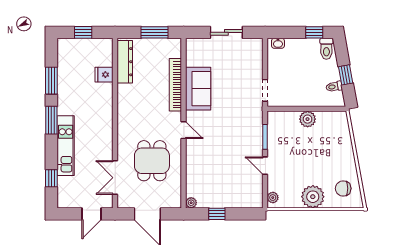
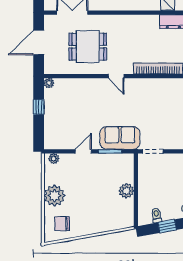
sofa: (198, 89) -> (120, 138), moved, turned 180
door: (184, 130) -> (116, 76), hinge flipped
chair: (343, 188) -> (62, 224), turned -90

